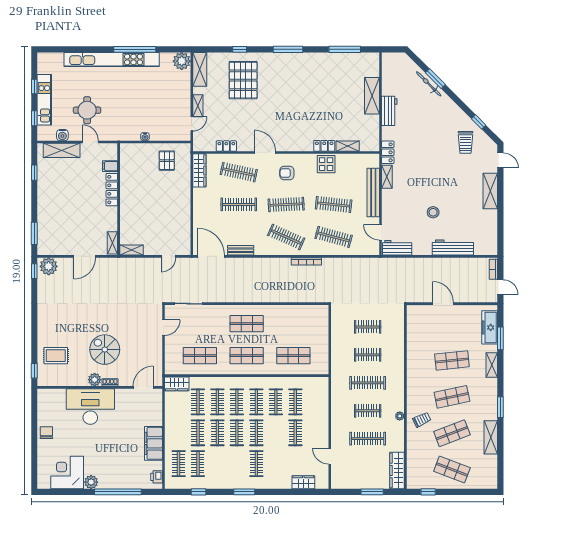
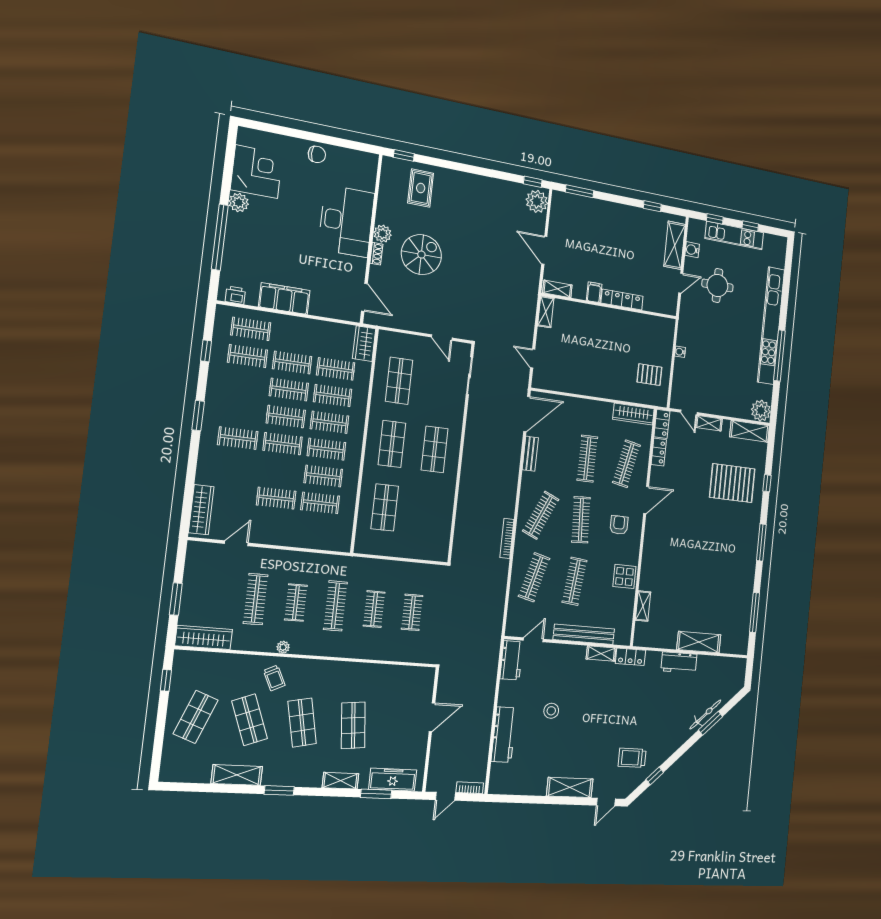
locker: (324, 146) -> (662, 424), moved
filing cabinet: (110, 166) -> (594, 292), moved
wardrobe: (303, 482) -> (201, 510), width x1.50

